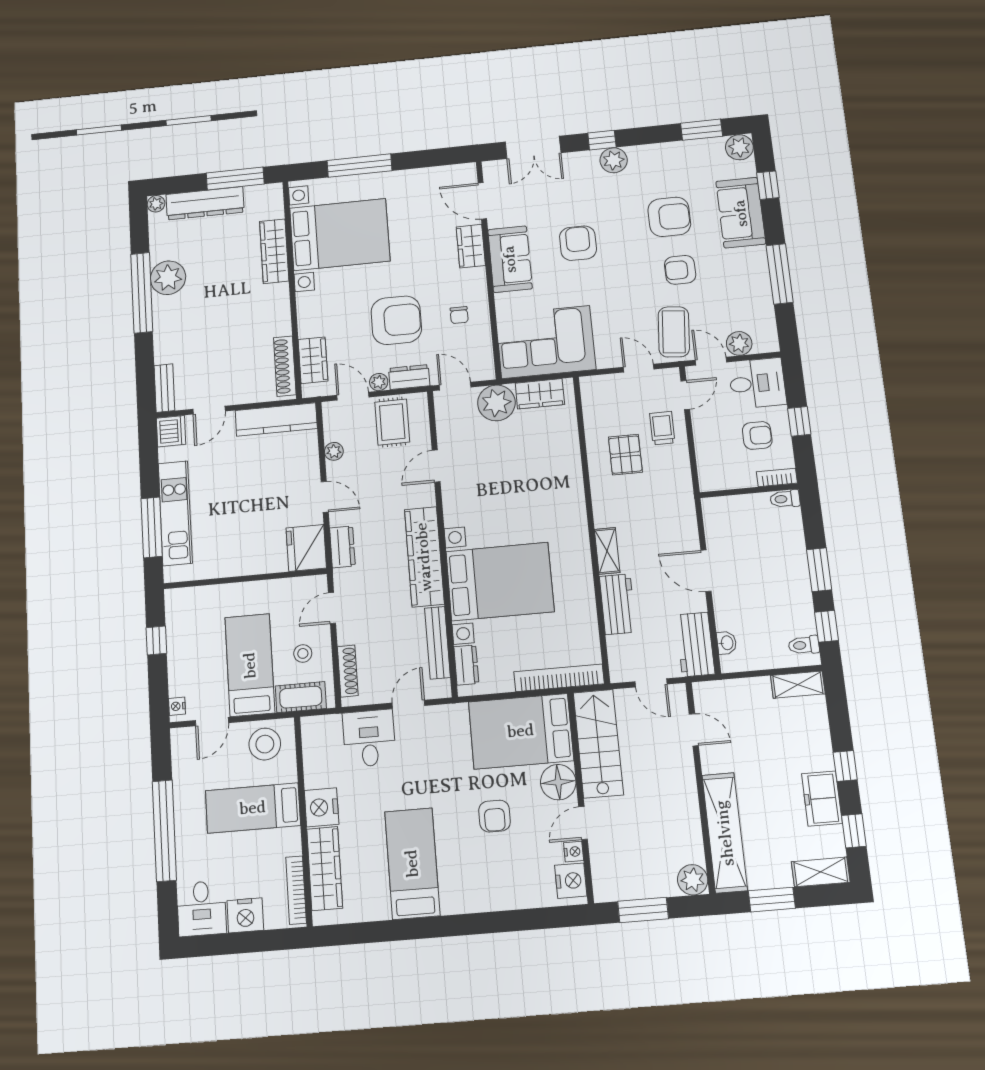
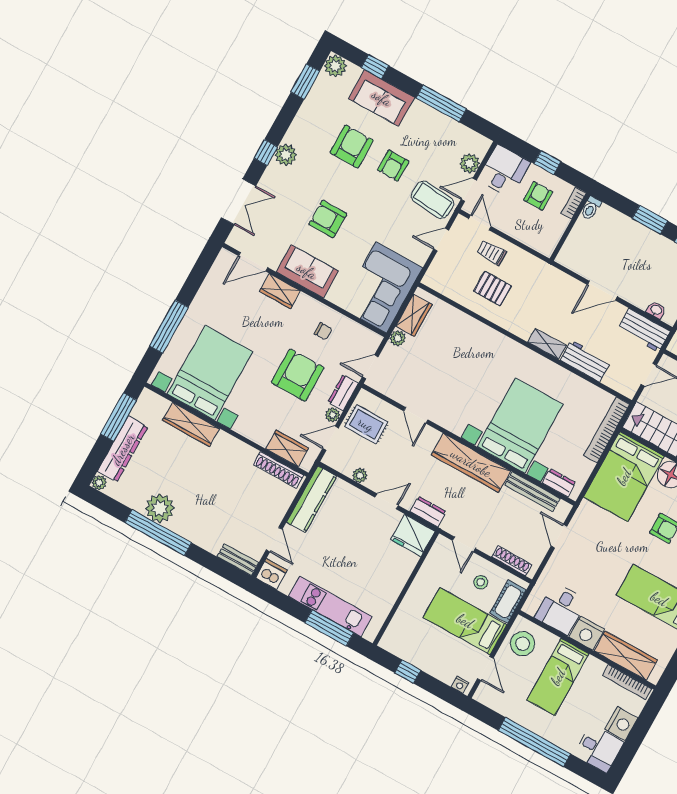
plant: (496, 403) -> (398, 338), width x0.53, depth x0.53
desk: (369, 738) -> (561, 609), moved, turned -90

